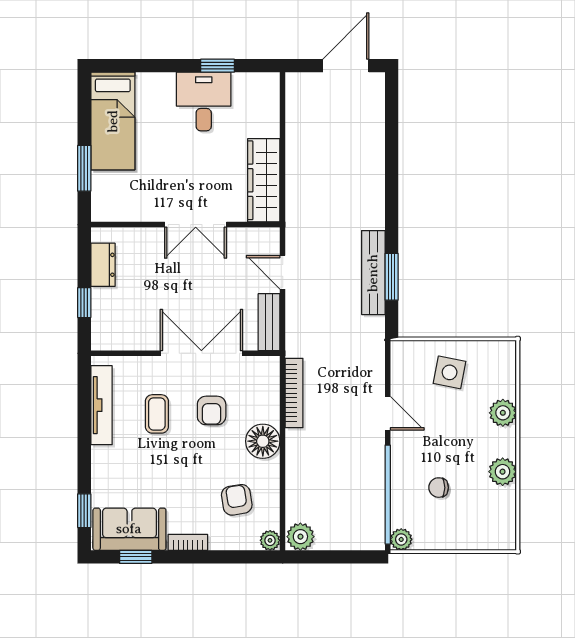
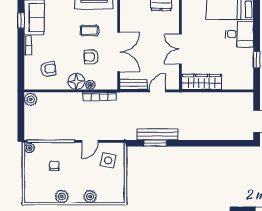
desk: (204, 101) -> (239, 34), moved
side table: (450, 372) -> (108, 160), moved
plant: (270, 540) -> (90, 85), moved

